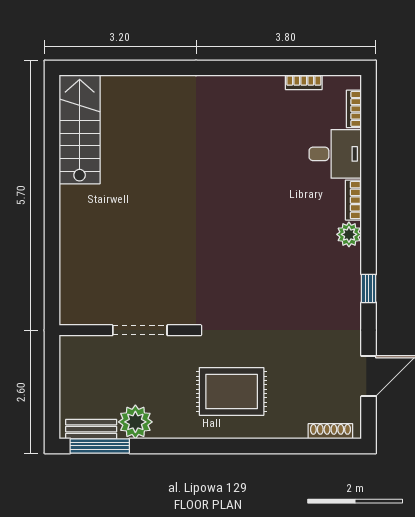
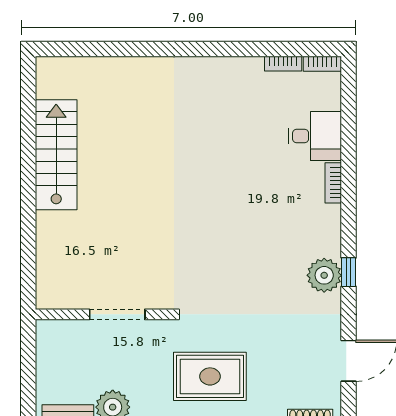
bookcase: (354, 109) -> (322, 64), moved, turned -90
stairs: (80, 129) -> (56, 155), moved
plant: (349, 234) -> (324, 275), moved, width x1.36, depth x1.36

